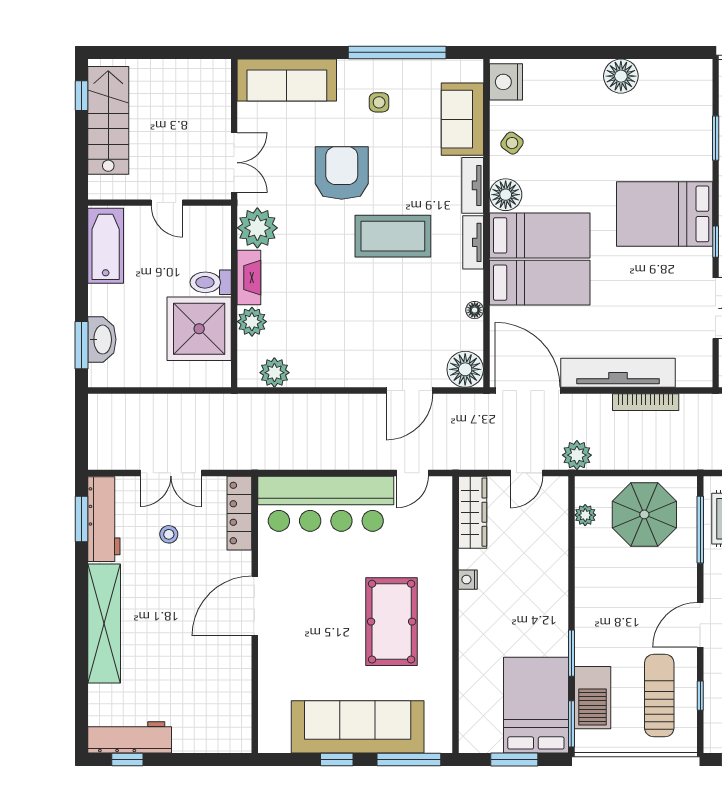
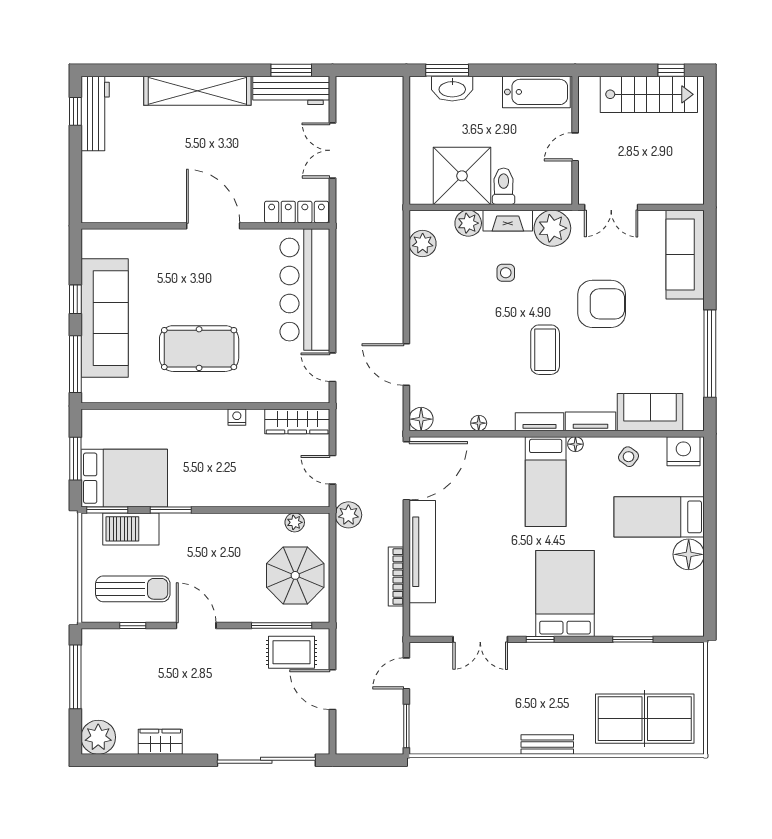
side table: (379, 102) -> (506, 273), moved
floor lamp: (506, 195) -> (575, 444), width x0.53, depth x0.53
coffee table: (393, 236) -> (545, 350), width x0.73, depth x0.76
bed: (540, 283) -> (659, 517), moved, turned 90
floor lamp: (465, 369) -> (421, 419), width x0.73, depth x0.73
stool: (169, 534) -> (277, 149), removed

